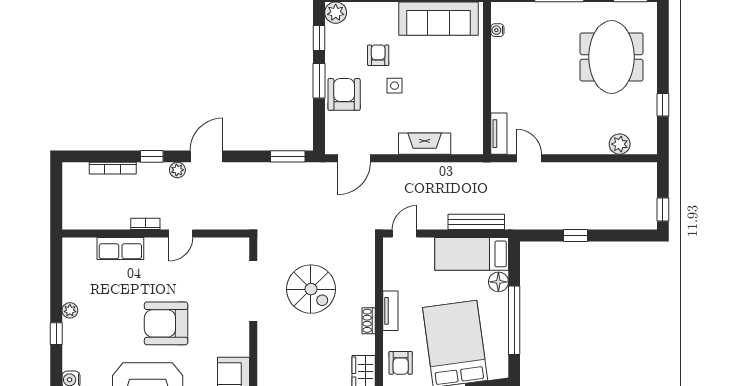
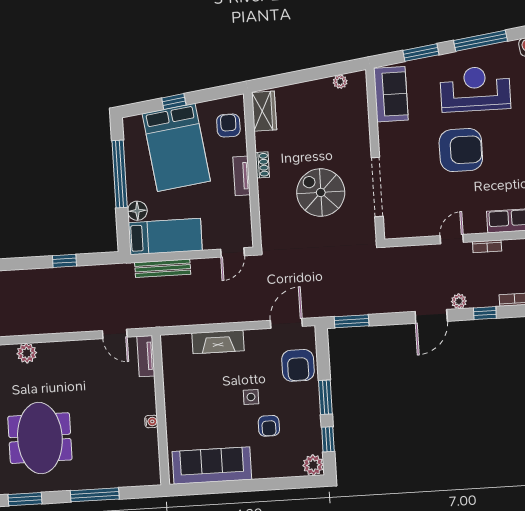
water cooler: (497, 30) -> (151, 422), moved
armchair: (344, 94) -> (298, 365), moved

